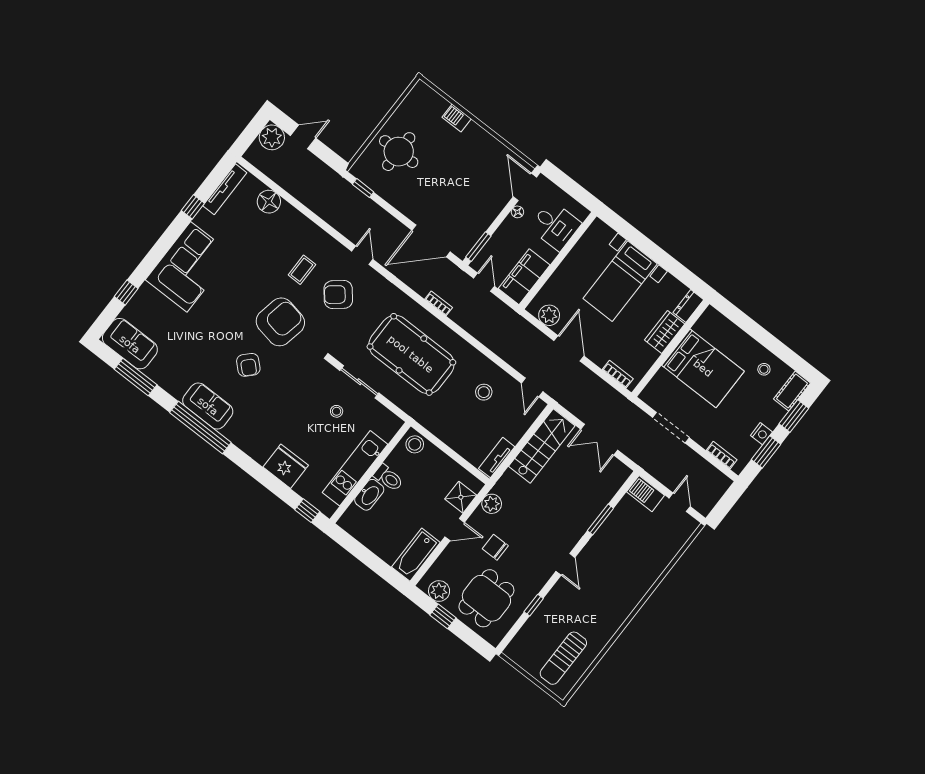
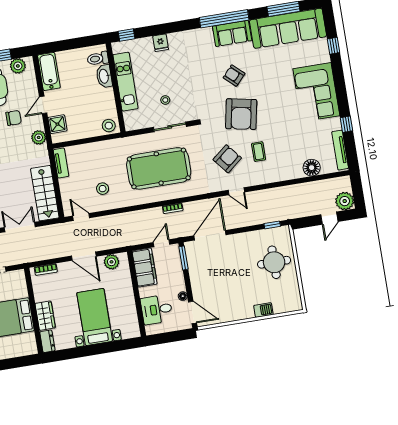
door: (484, 282) -> (162, 243), swing flipped
sofa: (130, 344) -> (288, 28), width x1.85, depth x1.27
fridge: (286, 466) -> (161, 43), width x0.53, depth x0.75
toilet: (388, 478) -> (98, 59), moved

